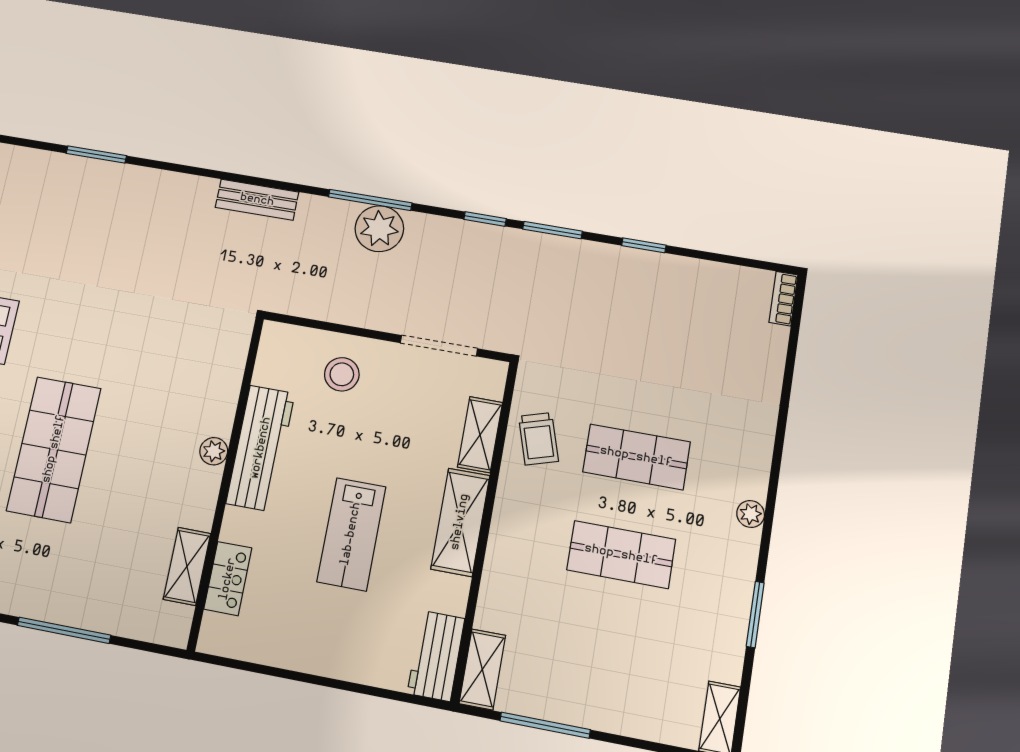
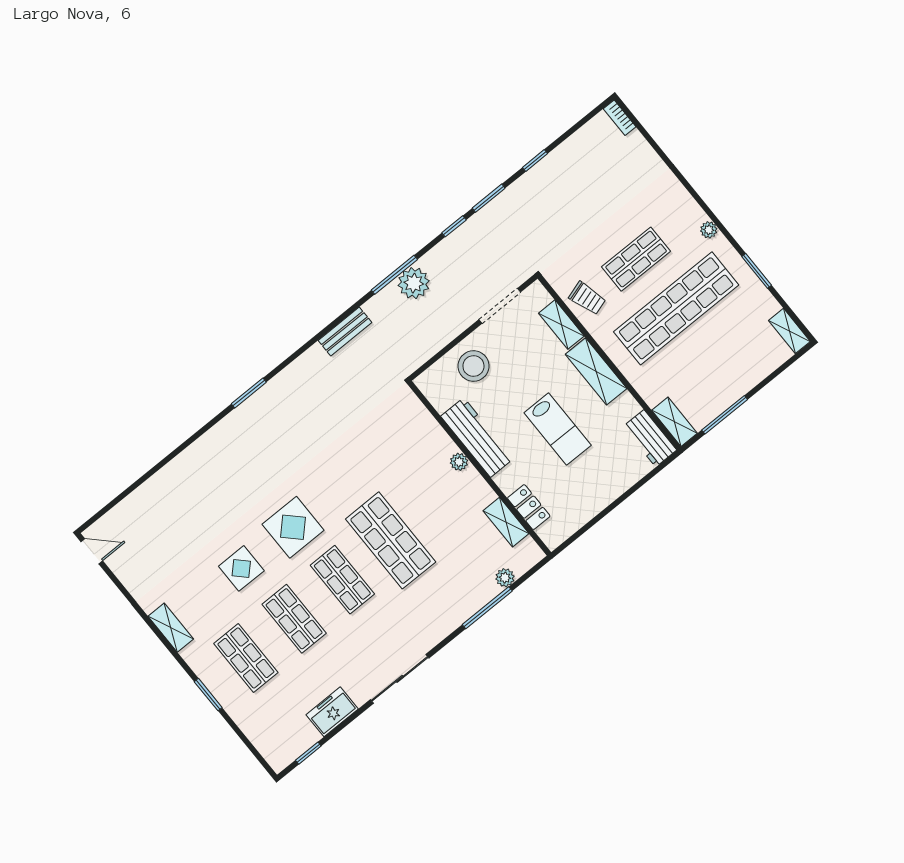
stool: (342, 374) -> (473, 366), width x1.38, depth x1.38
shop shelf: (621, 555) -> (676, 308), width x2.00, depth x1.36
plant: (118, 621) -> (505, 578), added

